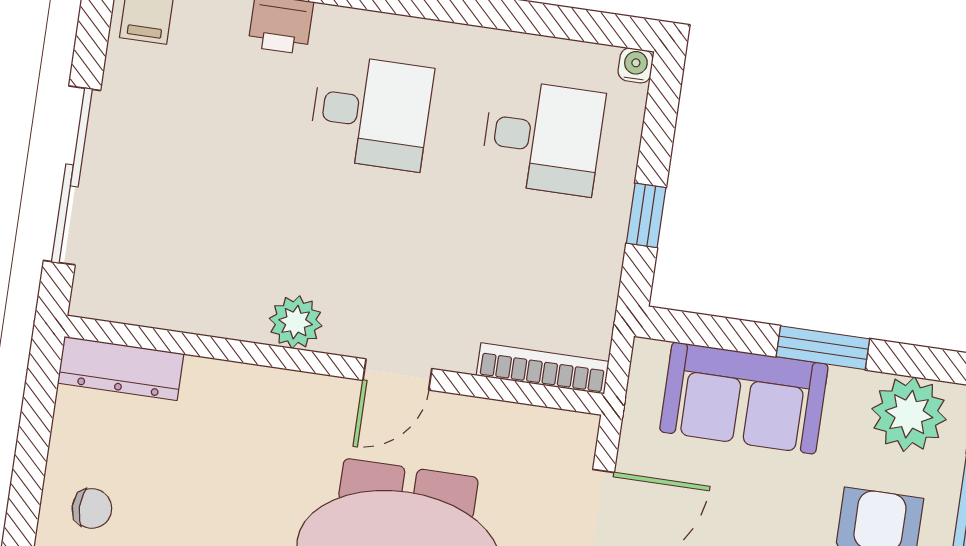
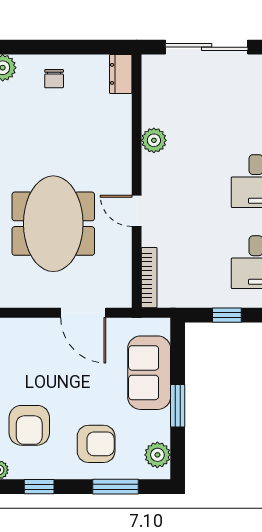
plant: (296, 322) -> (154, 140), moved
dresser: (121, 368) -> (121, 74), width x0.70
plant: (909, 414) -> (157, 455), width x0.73, depth x0.73

